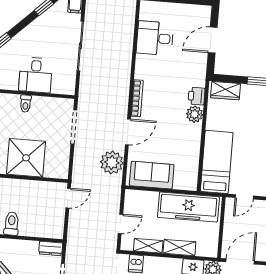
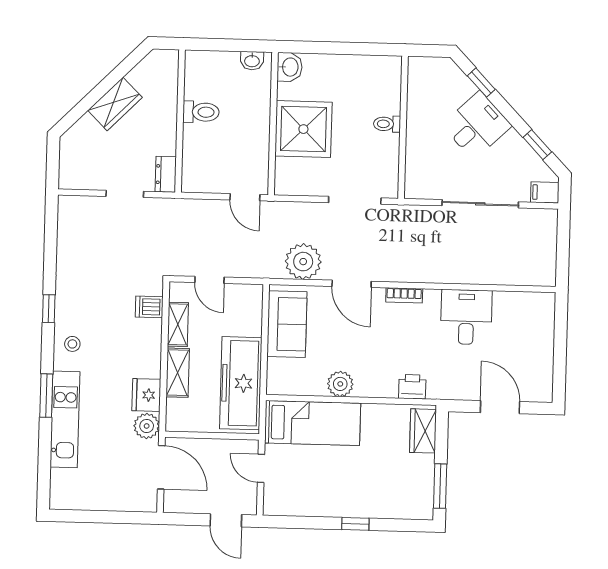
desk: (155, 38) -> (466, 317), moved
desk: (36, 75) -> (477, 125), moved, turned 136
bookcase: (137, 98) -> (404, 295), width x0.64
plant: (195, 114) -> (340, 384), moved

